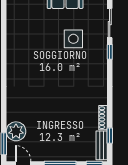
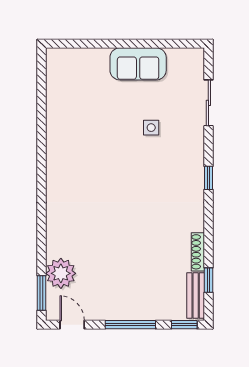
side table: (73, 39) -> (151, 128), width x0.54, depth x0.54
window: (110, 52) -> (208, 178), moved

